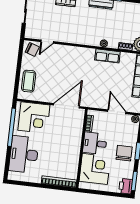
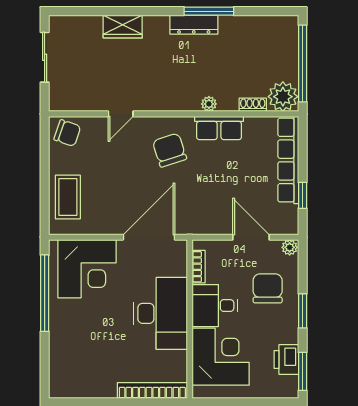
door: (47, 42) -> (121, 114), moved
chair: (82, 64) -> (169, 150), added
chair: (124, 153) -> (268, 288), moved
desk: (24, 154) -> (160, 313), moved, turned 180
printer: (126, 186) -> (286, 359), moved

